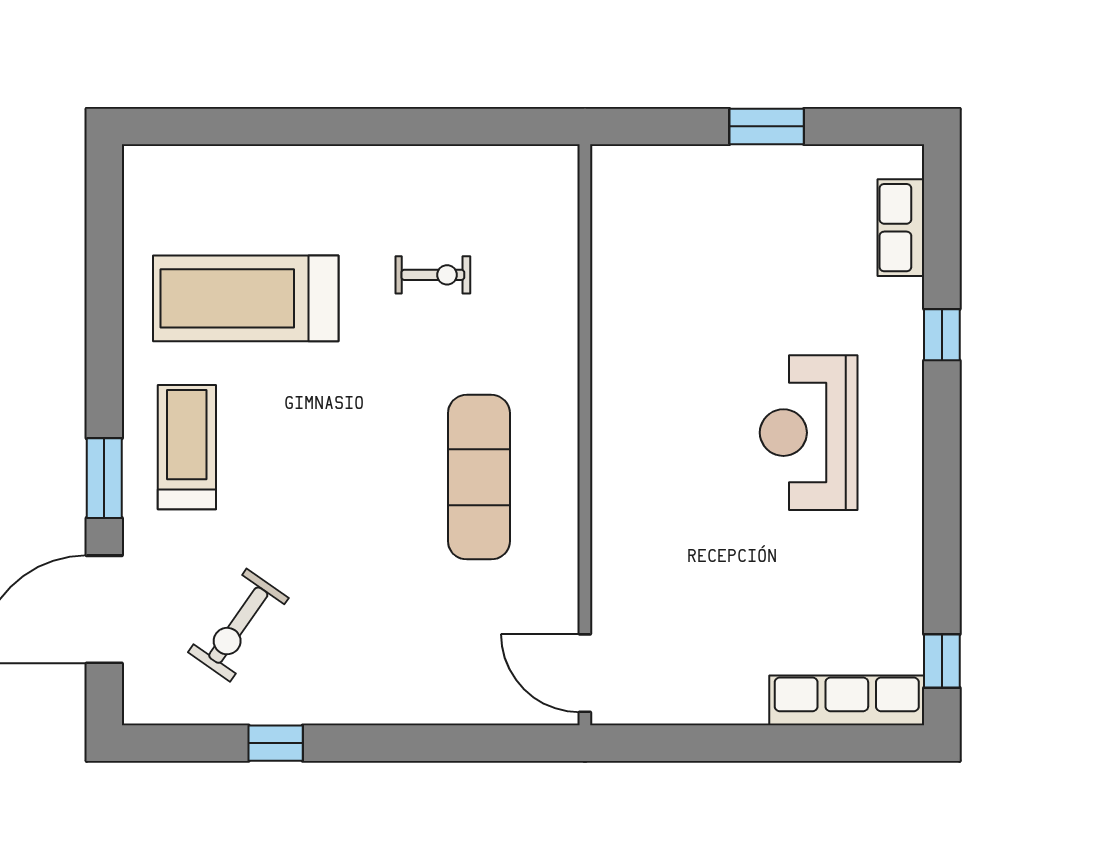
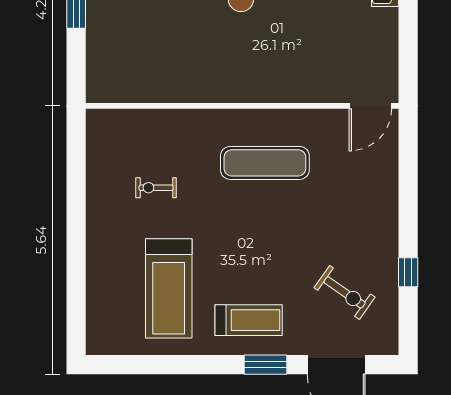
exercise bike: (433, 275) -> (156, 188), turned -90
treadmill: (187, 447) -> (249, 320), turned 180

